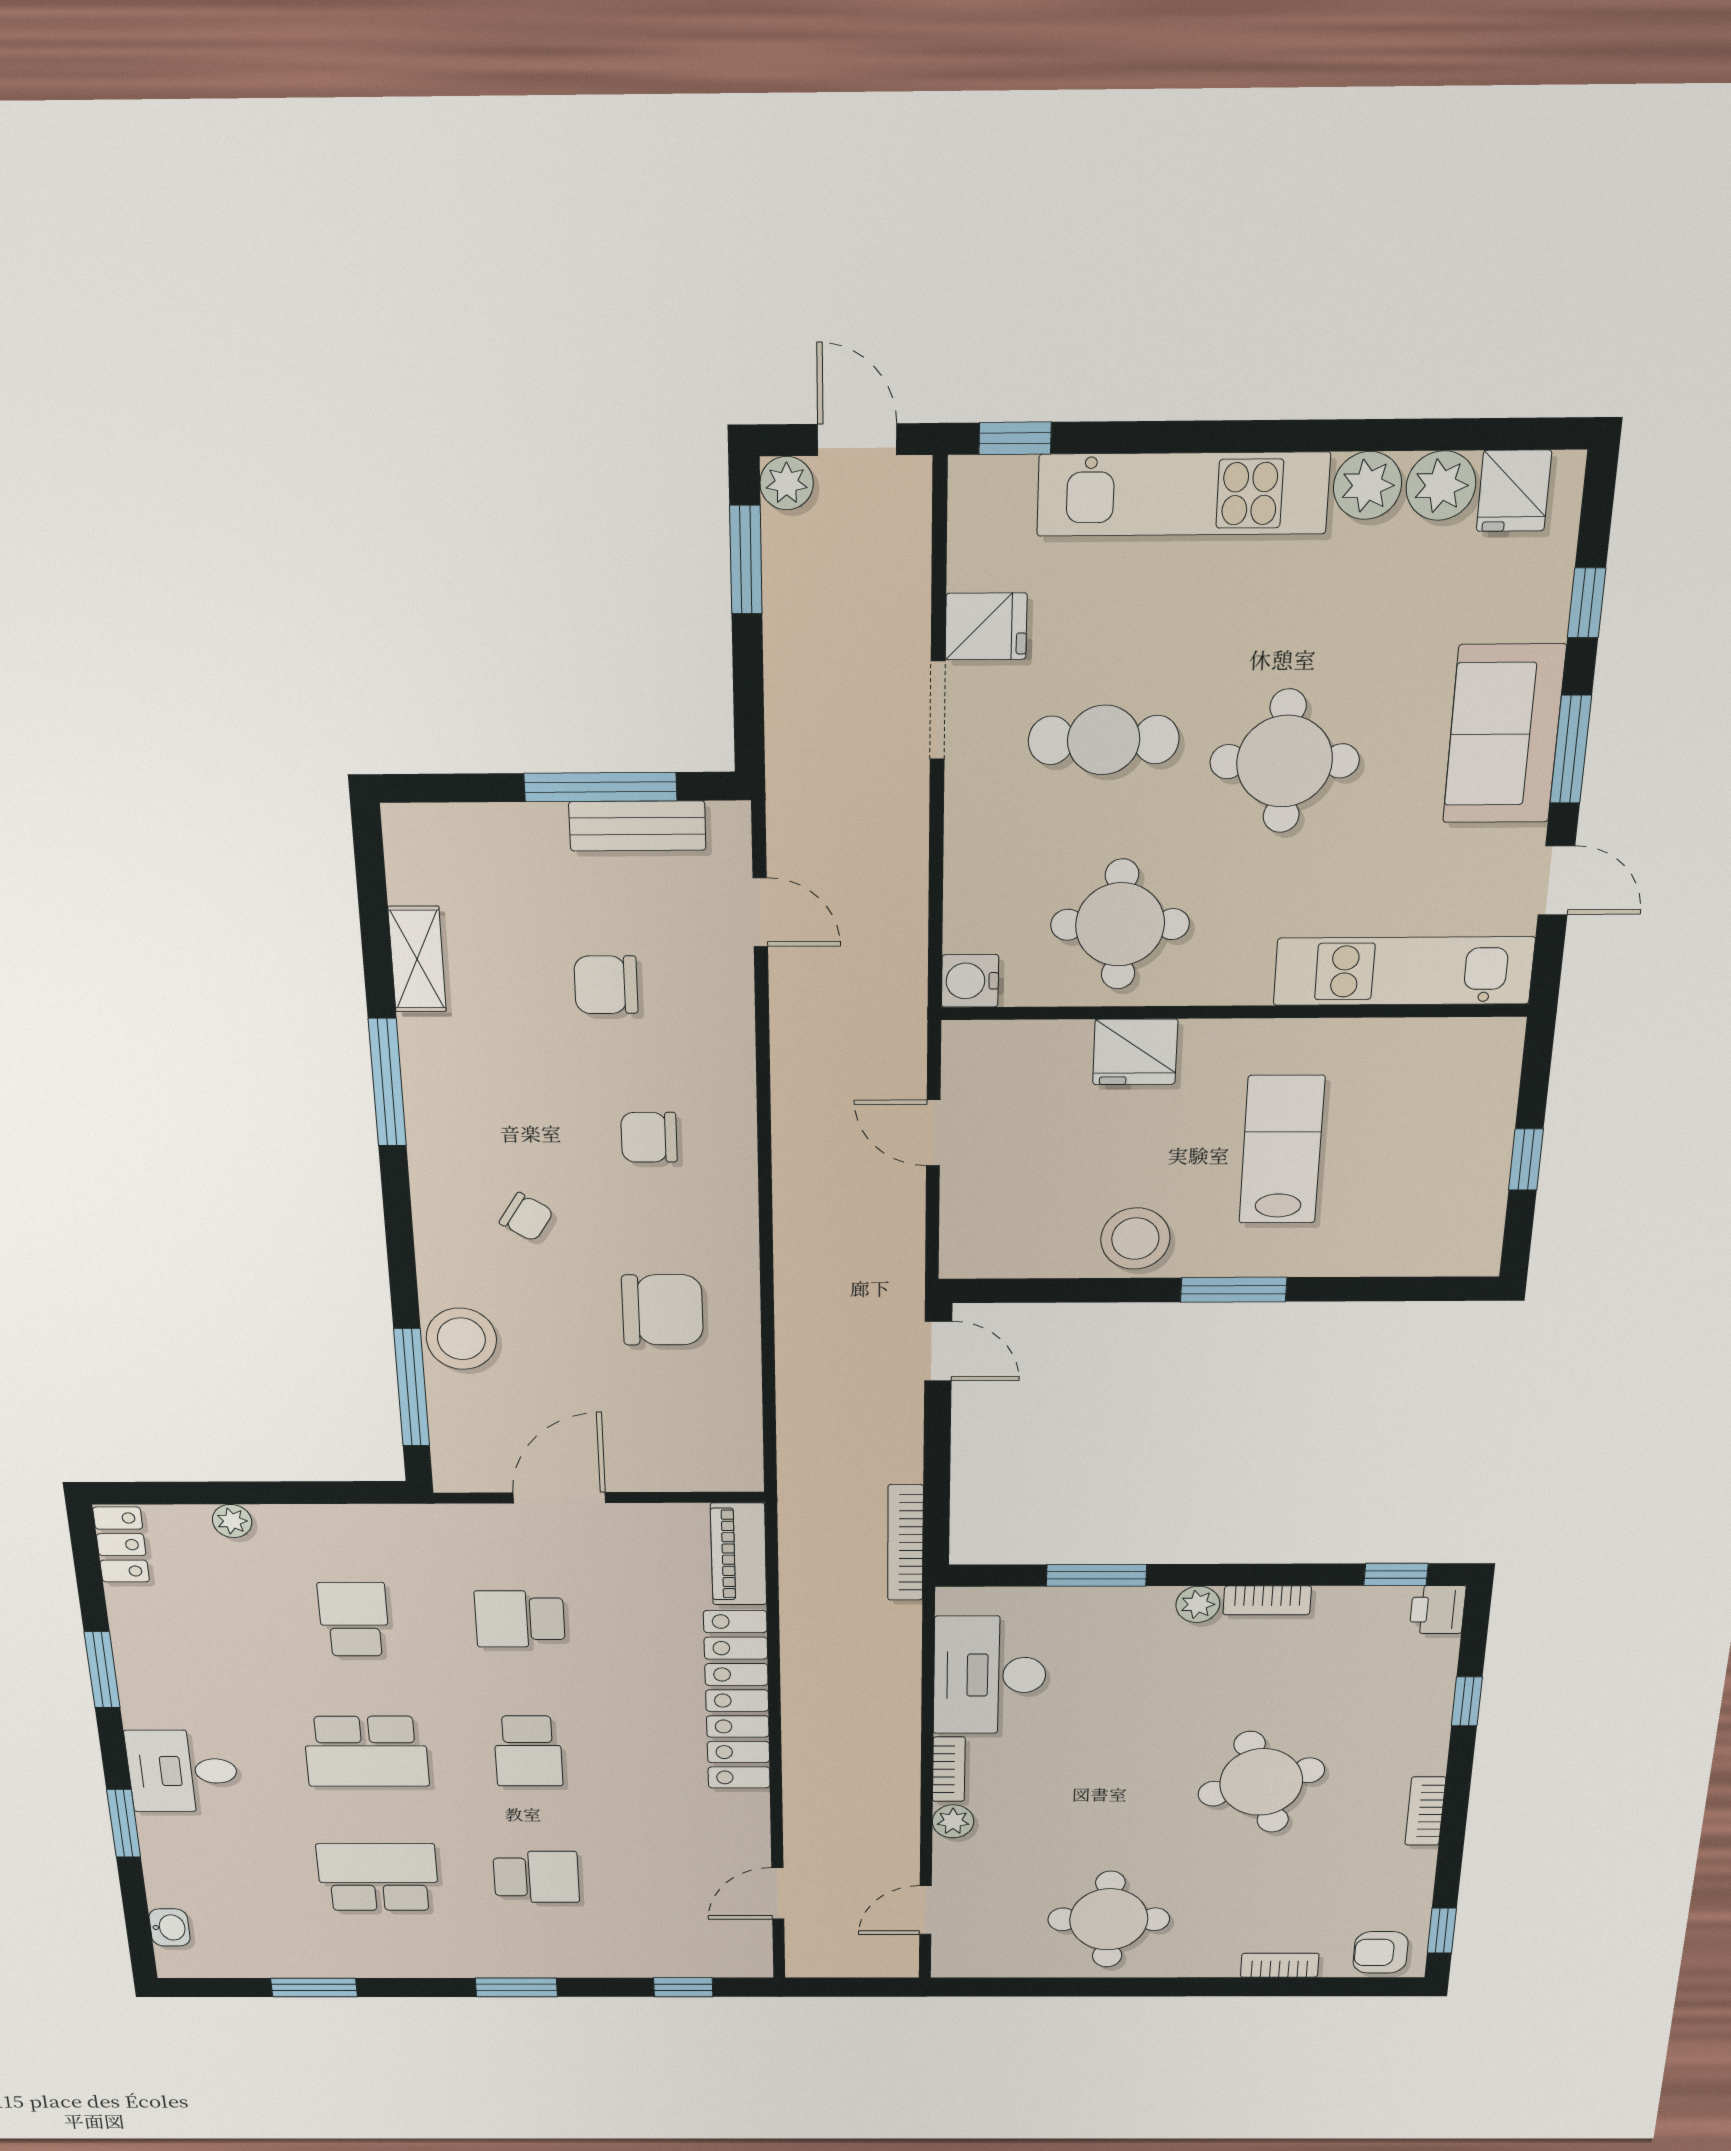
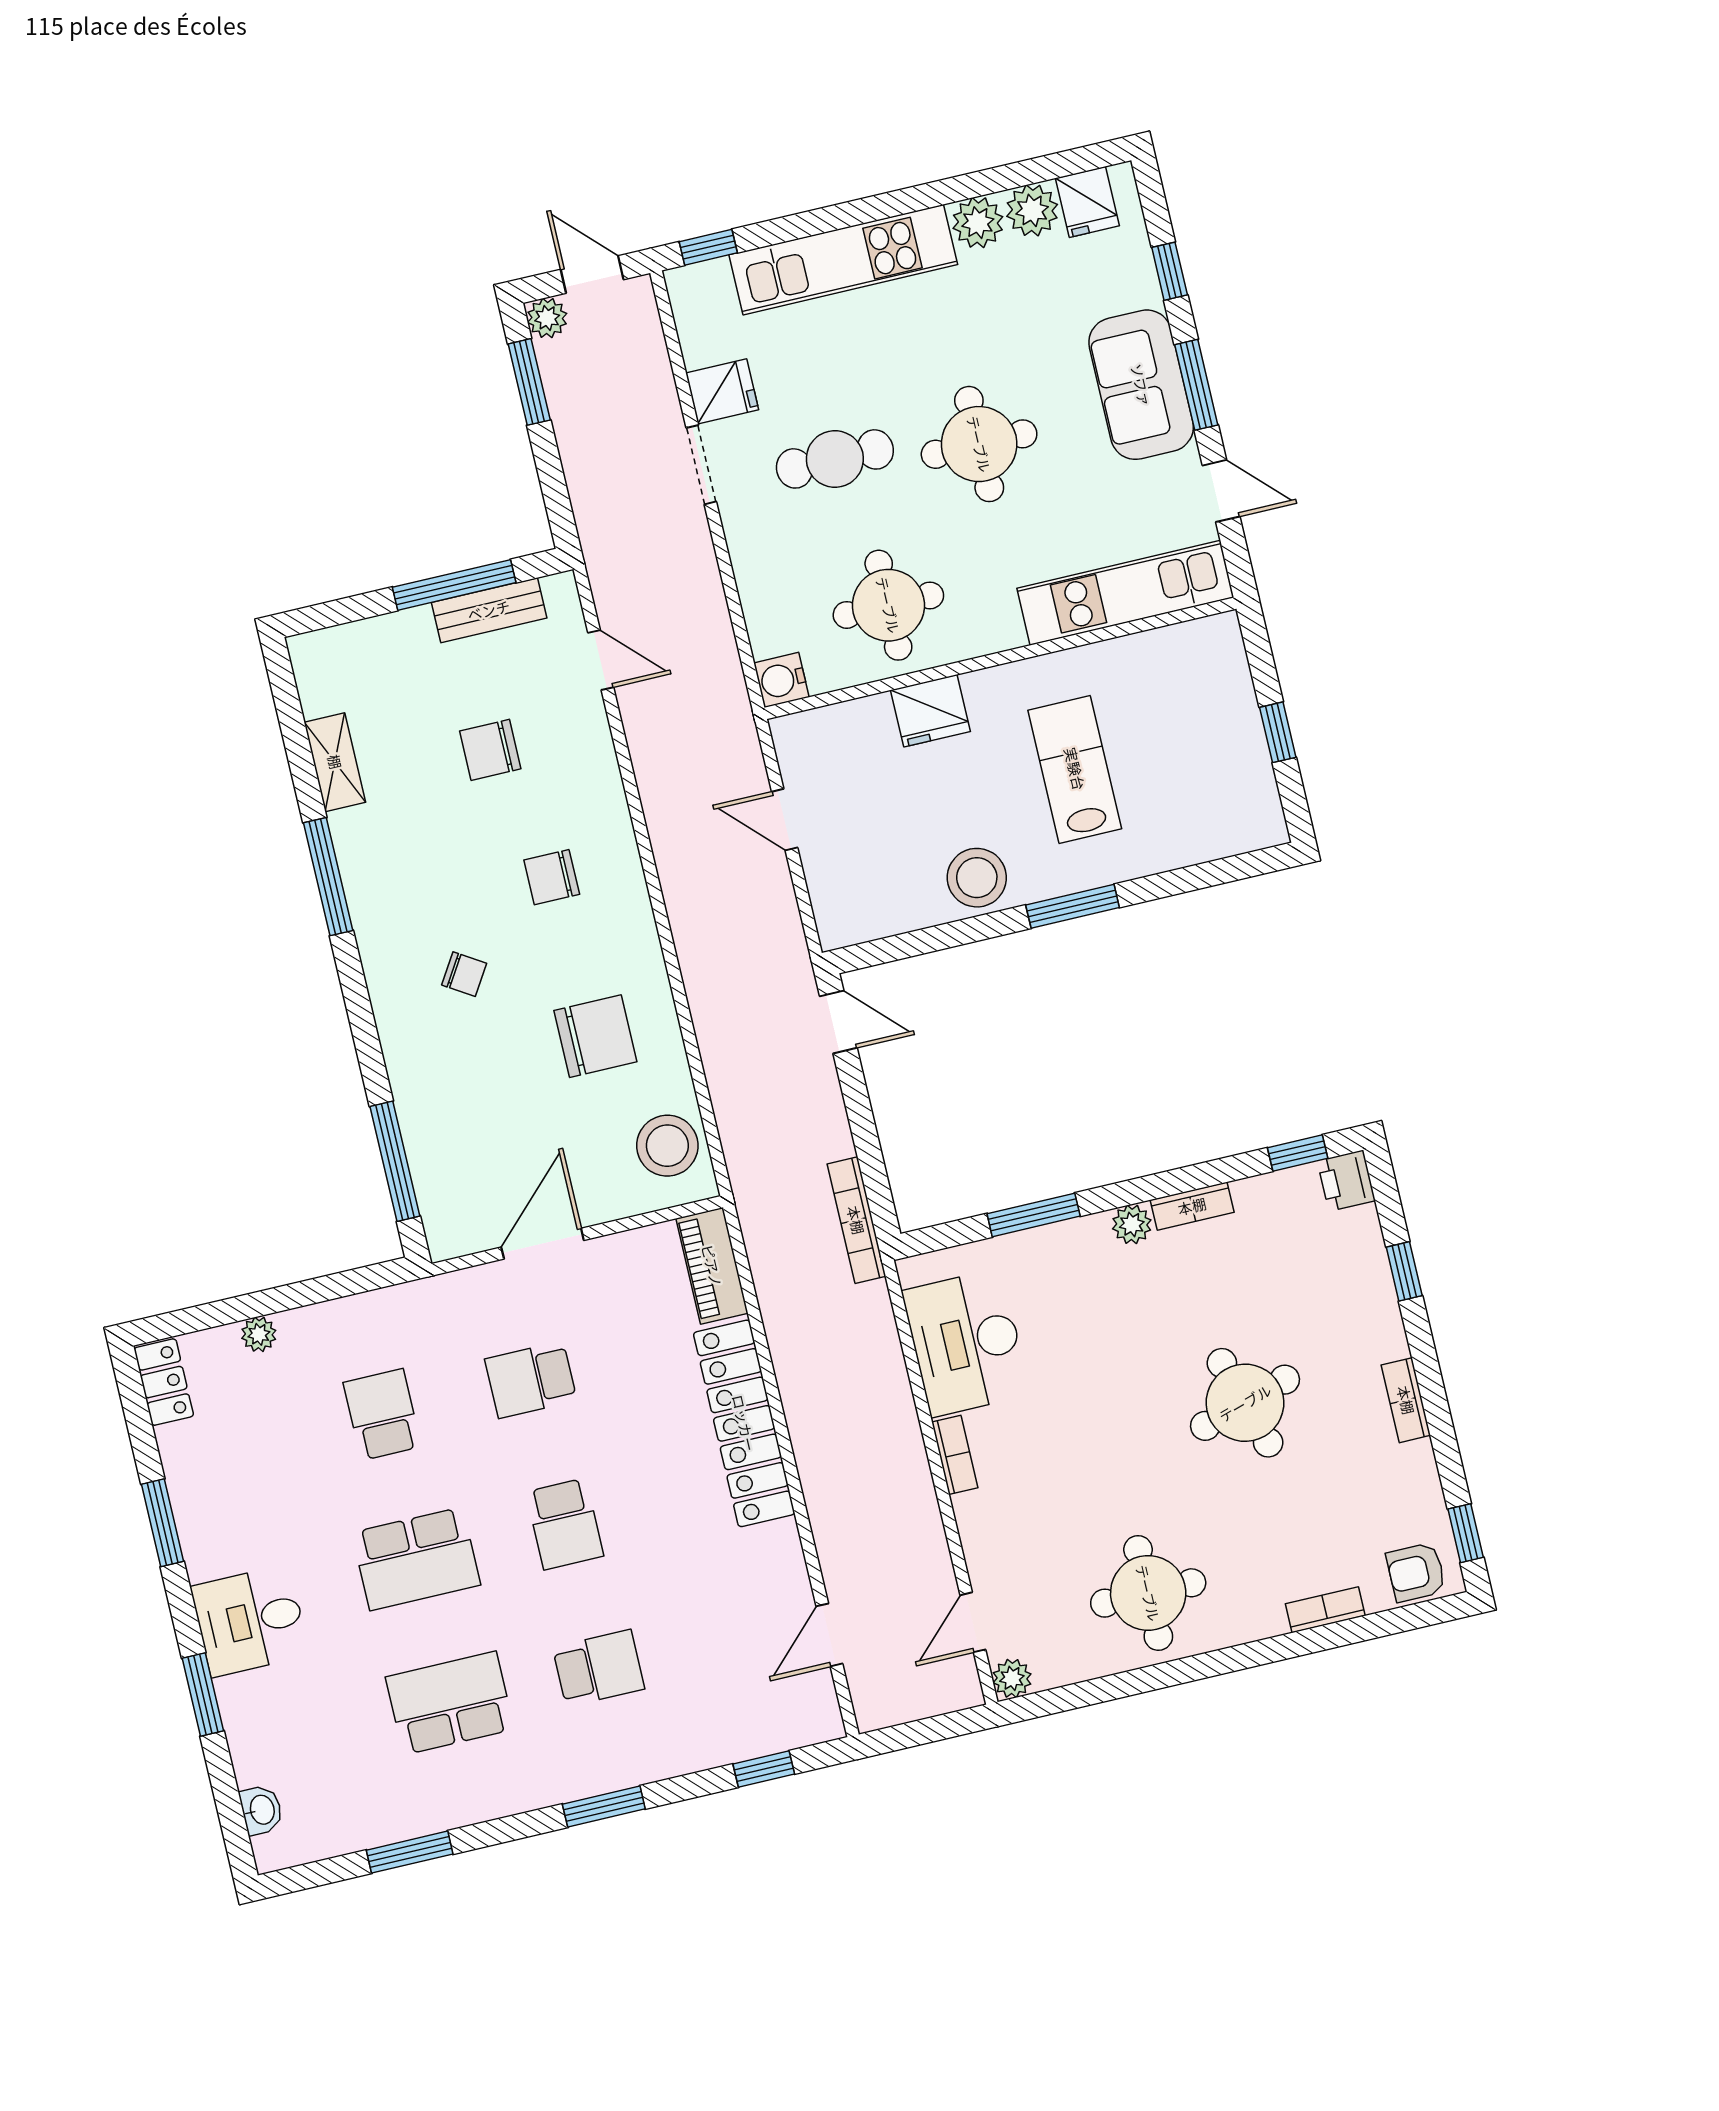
stool: (461, 1339) -> (667, 1146), moved
plant: (953, 1821) -> (1012, 1678), moved

